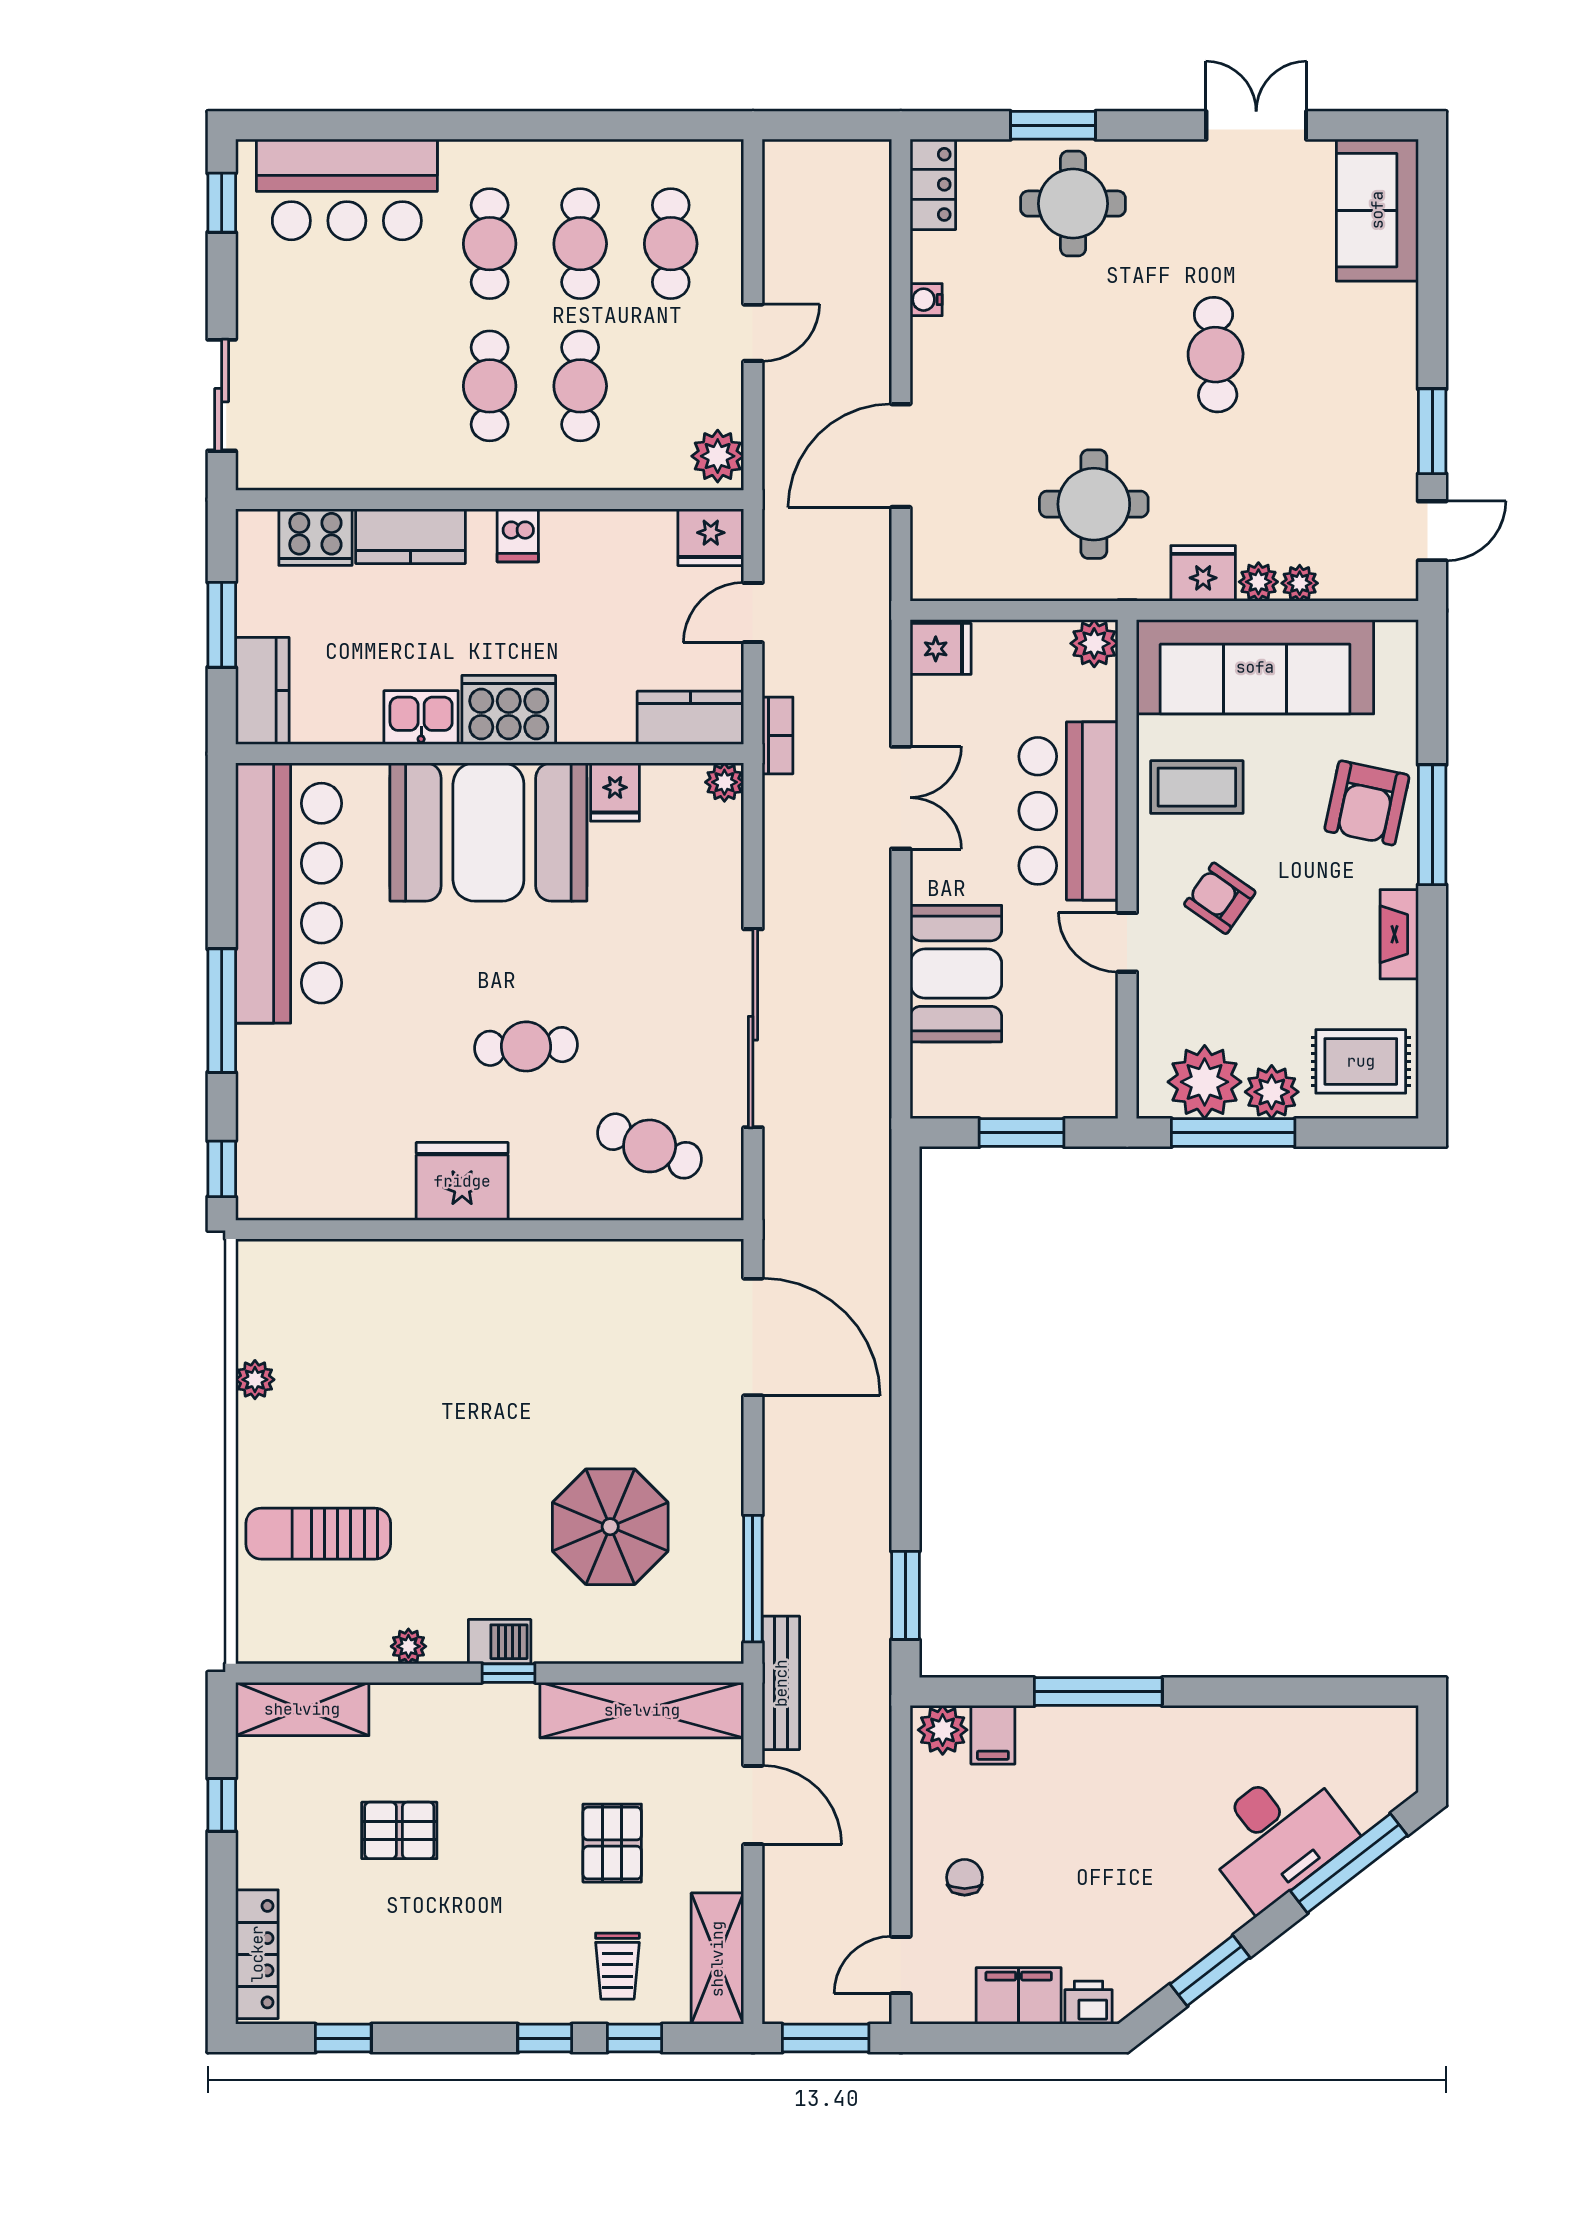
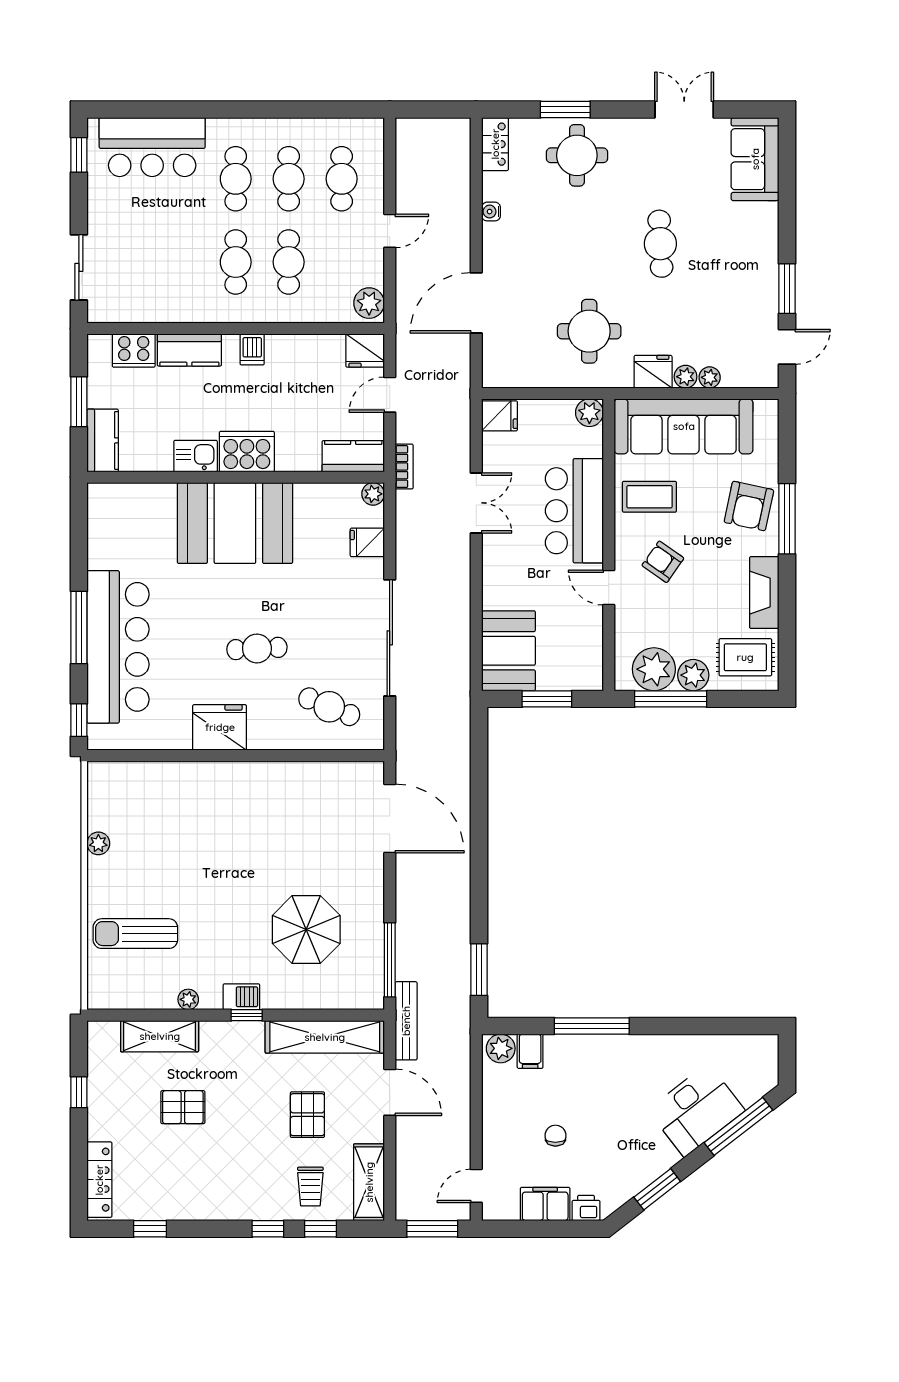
fridge: (615, 792) -> (367, 542), moved, turned 90
bar counter: (289, 893) -> (118, 647), moved
fireplace: (1399, 934) -> (764, 593), width x1.37, depth x1.32
booth: (956, 974) -> (508, 651), moved
shelving: (302, 1709) -> (160, 1036), moved
chair: (965, 1877) -> (555, 1136), moved

